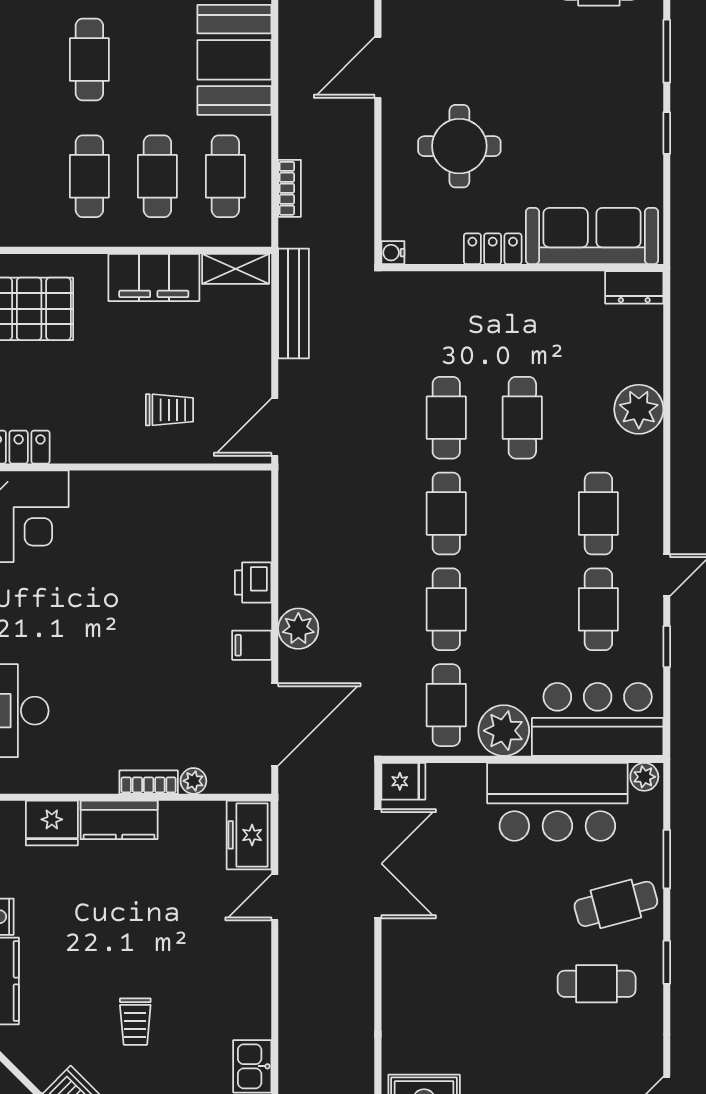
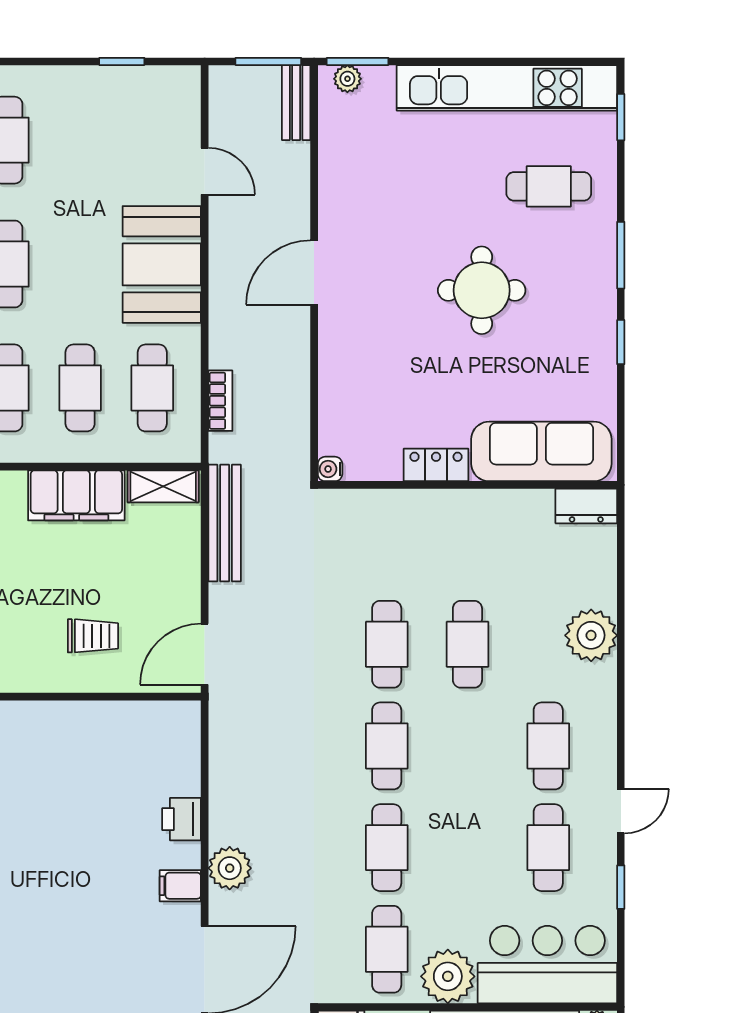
round table: (459, 146) -> (482, 290), moved

